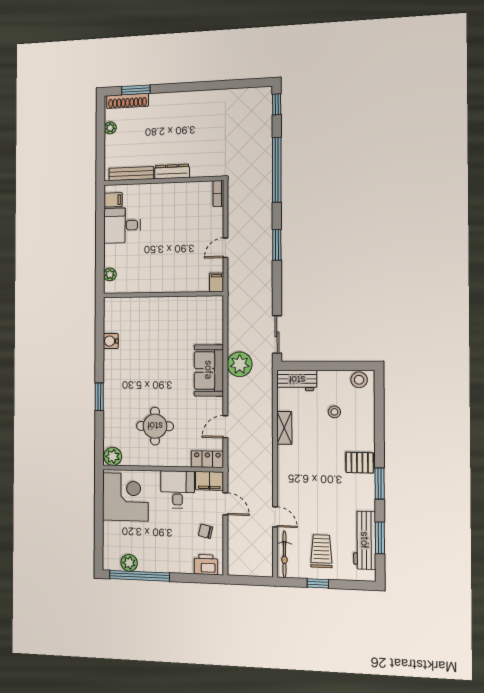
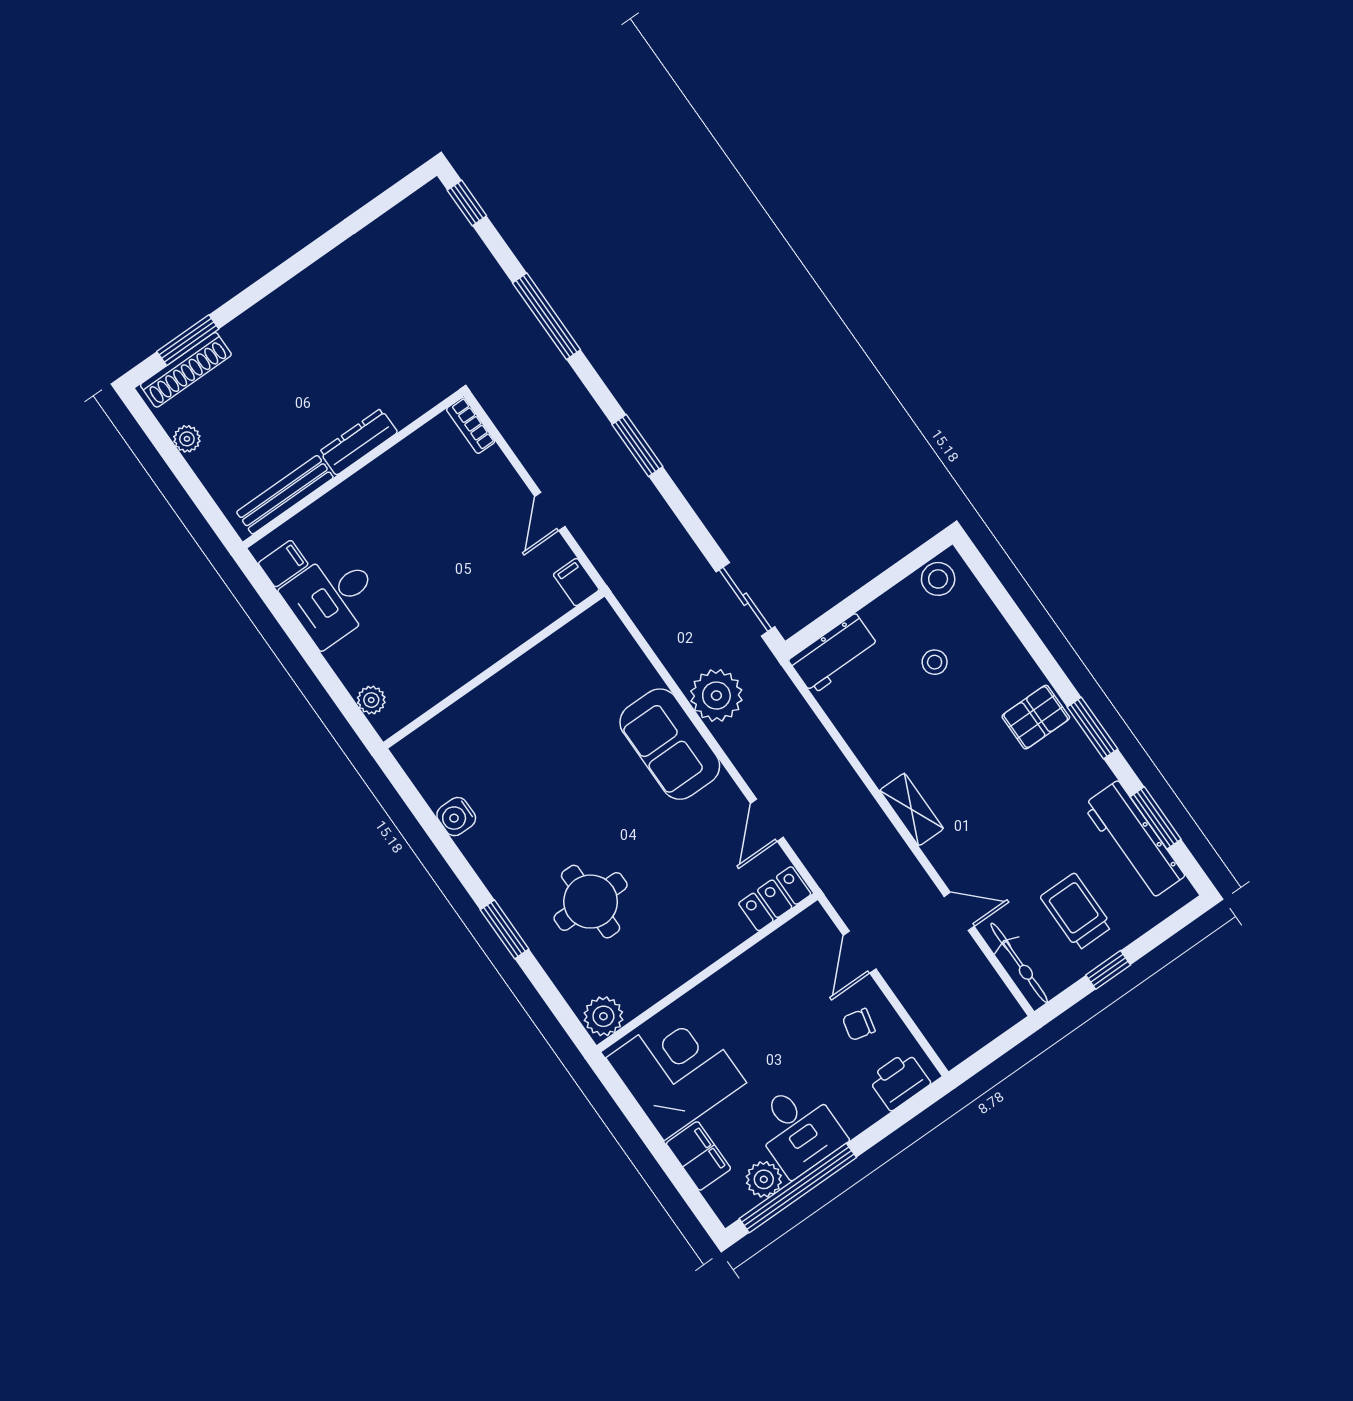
window: (277, 170) -> (547, 316), width x0.68
round table: (155, 426) -> (591, 902), moved
shelving: (284, 428) -> (912, 810), moved
filing cabinet: (209, 481) -> (698, 1156), moved, turned -90
desk: (178, 489) -> (798, 1129), moved, turned 180
door: (225, 504) -> (860, 952), swing flipped

